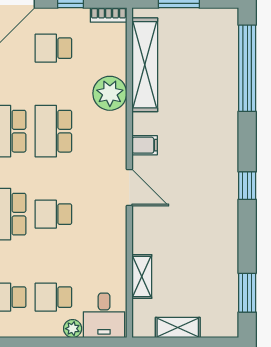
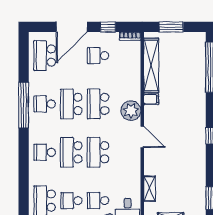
plant: (110, 93) -> (131, 111), moved
filing cabinet: (145, 145) -> (151, 99), moved
school desk: (53, 214) -> (98, 152), width x1.85

